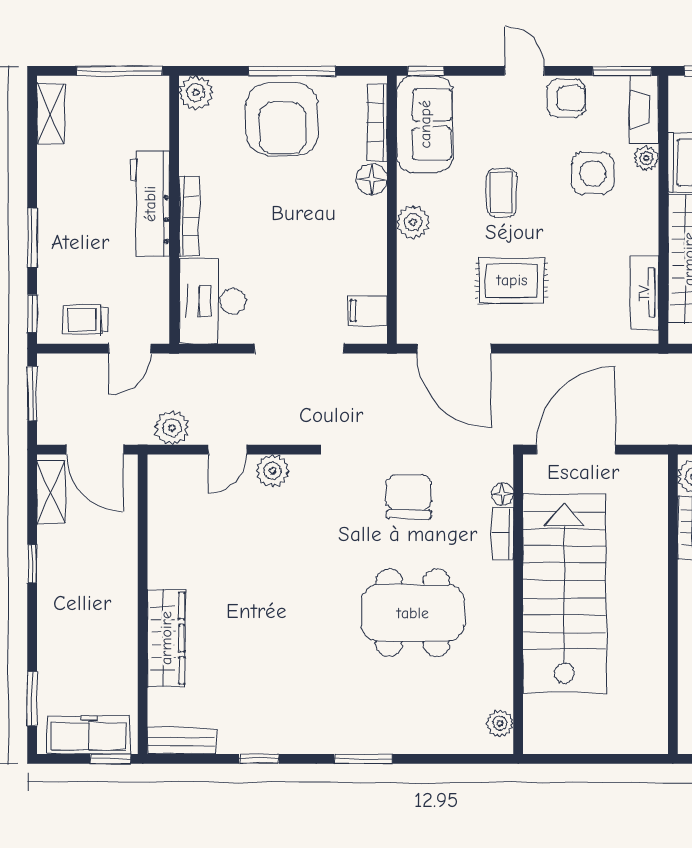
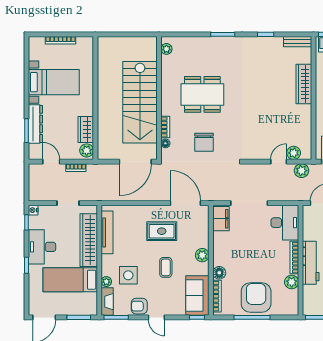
plant: (196, 93) -> (292, 282), moved
tv unit: (644, 293) -> (107, 232), width x1.41
filing cabinet: (367, 311) -> (221, 219), width x2.00
plant: (273, 471) -> (294, 153), moved

